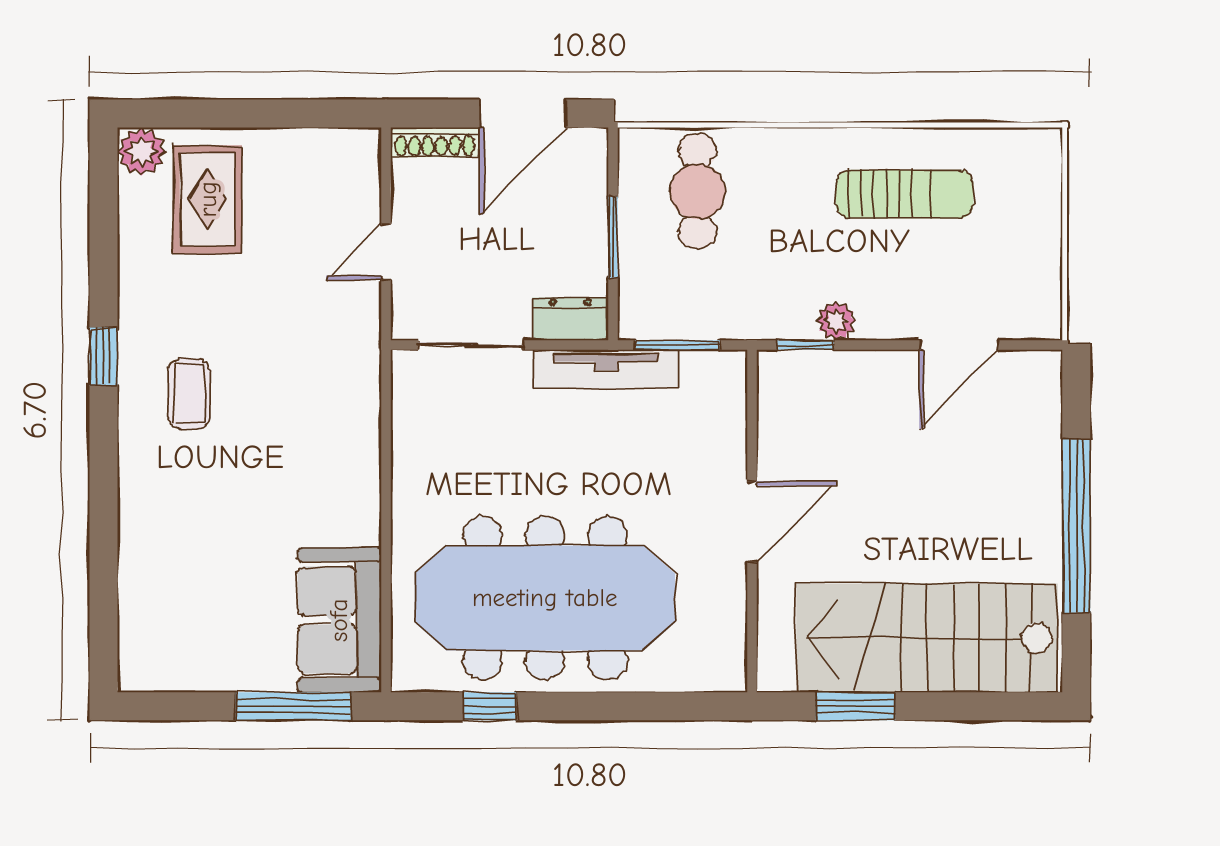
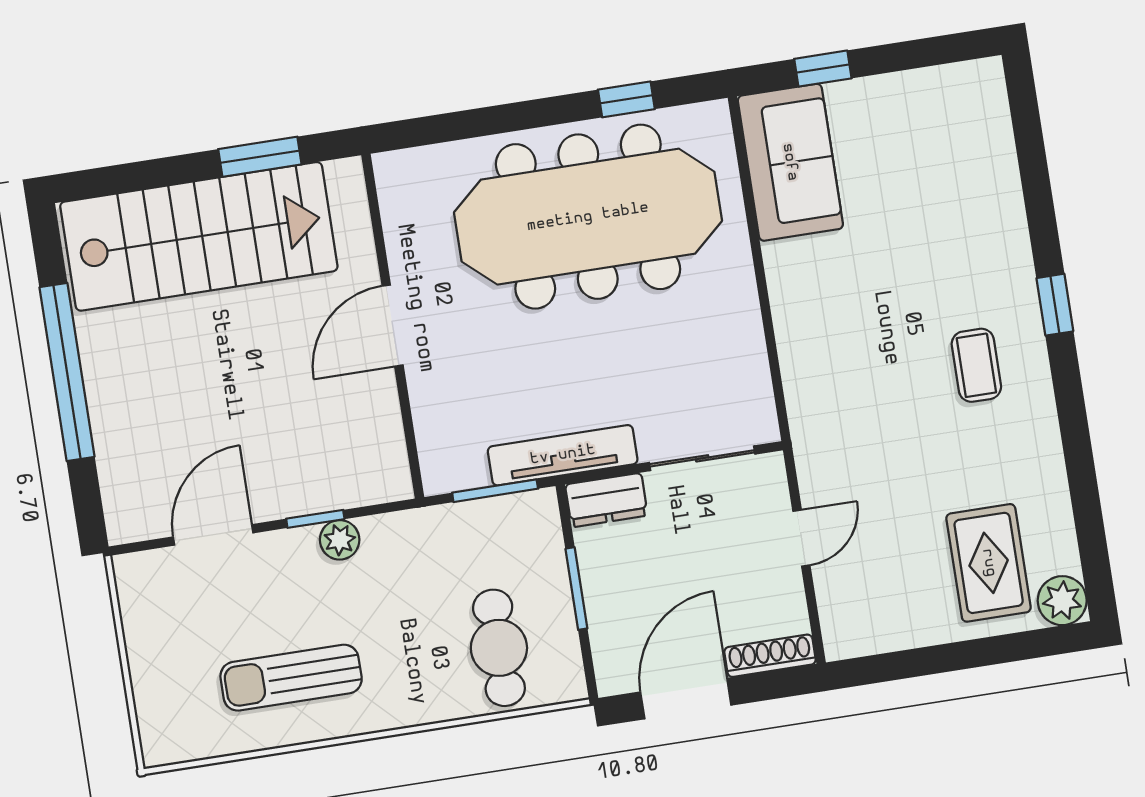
window: (805, 345) -> (315, 519), moved
window: (103, 356) -> (1055, 305), moved
window: (293, 706) -> (823, 69), width x0.46

